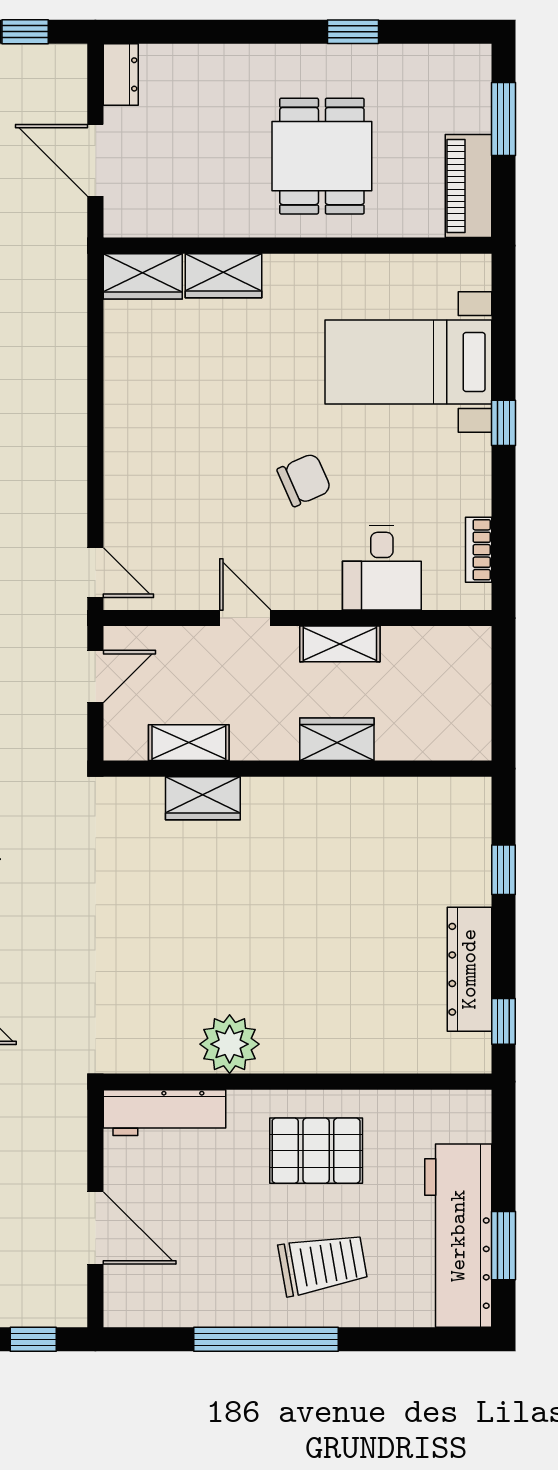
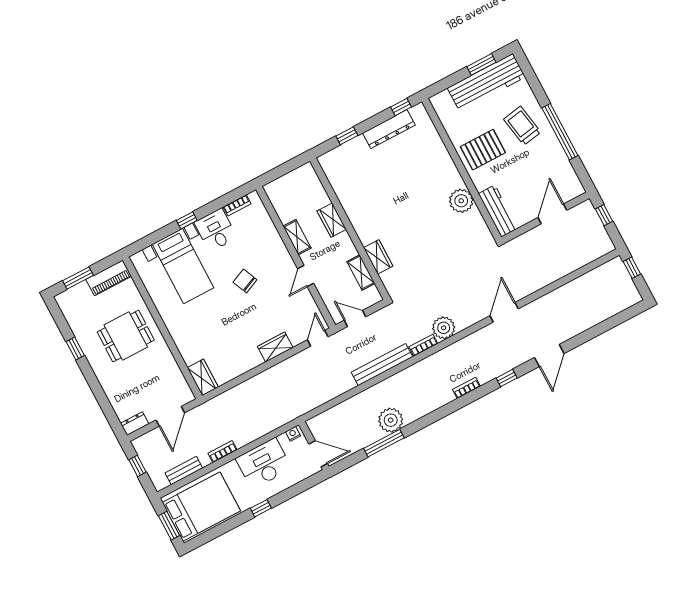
wardrobe: (224, 276) -> (275, 347), moved, turned -90
desk: (382, 568) -> (216, 230), moved, turned -90
pallet: (316, 1151) -> (483, 150), turned 90

